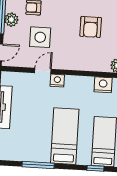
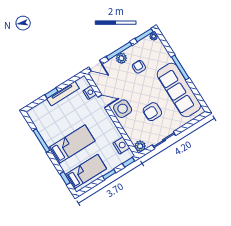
side table: (40, 37) -> (123, 109), moved
nightstand: (57, 81) -> (90, 93), moved

